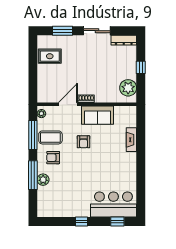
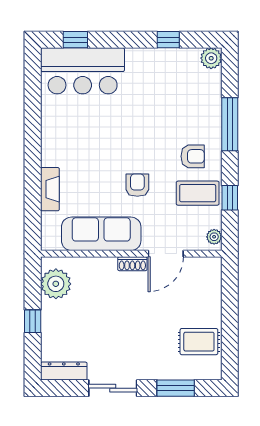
sofa: (98, 115) -> (101, 234), width x1.36
window: (33, 135) -> (230, 198), width x0.46
plant: (43, 180) -> (211, 58), moved
window: (81, 222) -> (168, 40), moved

